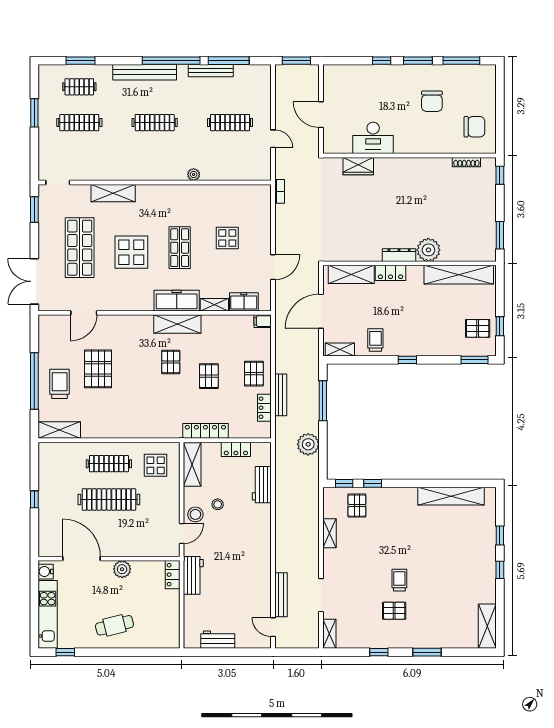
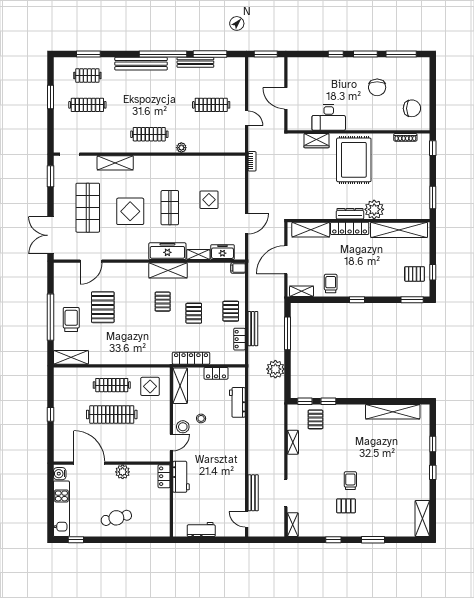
clothes rail: (155, 123) -> (149, 134), moved
rug: (404, 189) -> (354, 160), added
locker: (390, 273) -> (350, 228), width x1.53

